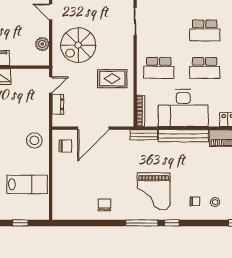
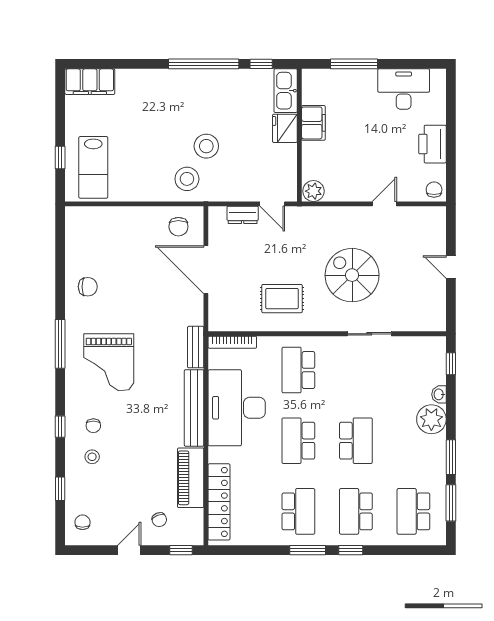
school desk: (205, 30) -> (356, 441), turned 180
plant: (42, 44) -> (313, 191), moved
spiral stairs: (78, 45) -> (352, 275), moved
rug: (112, 79) -> (282, 299), turned 90
stool: (13, 128) -> (206, 146), added
lab bench: (27, 184) -> (93, 167), moved
grand piano: (154, 191) -> (109, 362), turned -90
window: (172, 223) -> (60, 427), moved

